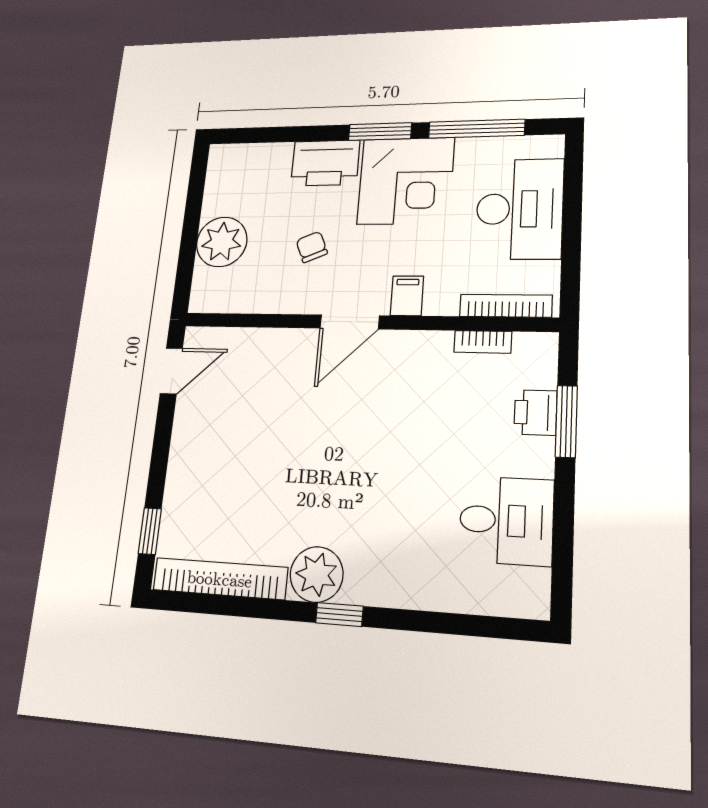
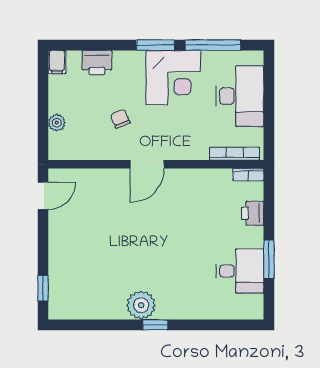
printer: (325, 163) -> (97, 63), moved, width x0.73, depth x0.84
plant: (222, 242) -> (57, 123), width x0.53, depth x0.53
filing cabinet: (407, 296) -> (57, 62), moved, turned 180
bookcase: (483, 342) -> (248, 175), moved
window: (566, 421) -> (269, 259), moved
bookcase: (220, 579) -> (87, 311), removed

